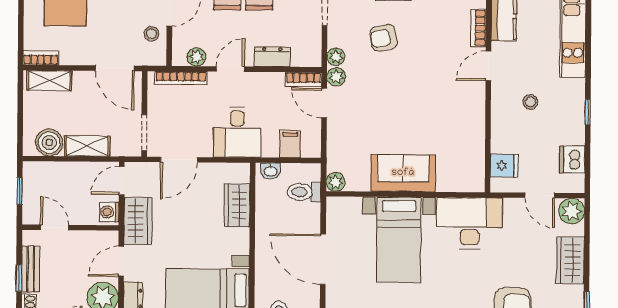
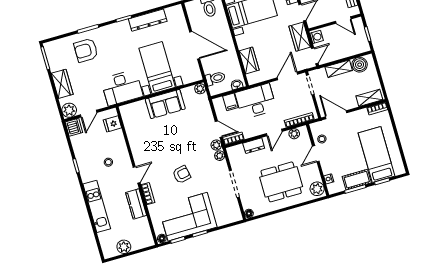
armchair: (384, 38) -> (182, 174), moved
desk: (237, 132) -> (256, 101), width x1.37
dishwasher: (572, 159) -> (74, 127), moved
door: (540, 195) -> (89, 114), swing flipped

